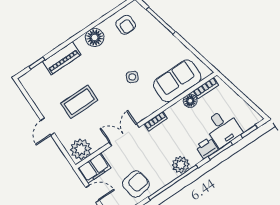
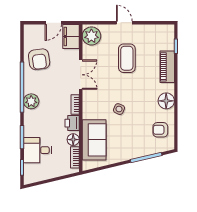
printer: (207, 148) -> (72, 123), moved, turned 180

